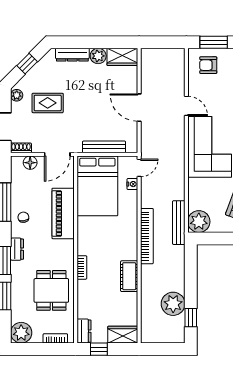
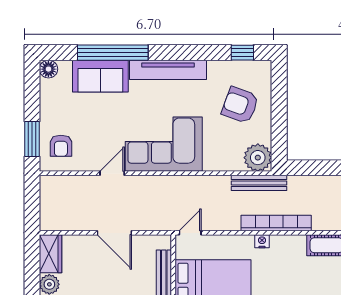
door: (139, 108) -> (114, 233), hinge flipped
door: (139, 168) -> (190, 233), hinge flipped
nightstand: (132, 184) -> (262, 241), moved

